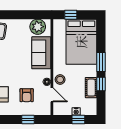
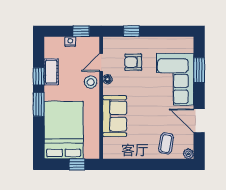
plant: (38, 27) -> (119, 149), removed
armchair: (27, 95) -> (133, 62), turned -90
door: (52, 95) -> (101, 63), hinge flipped
window: (78, 120) -> (81, 31), moved

